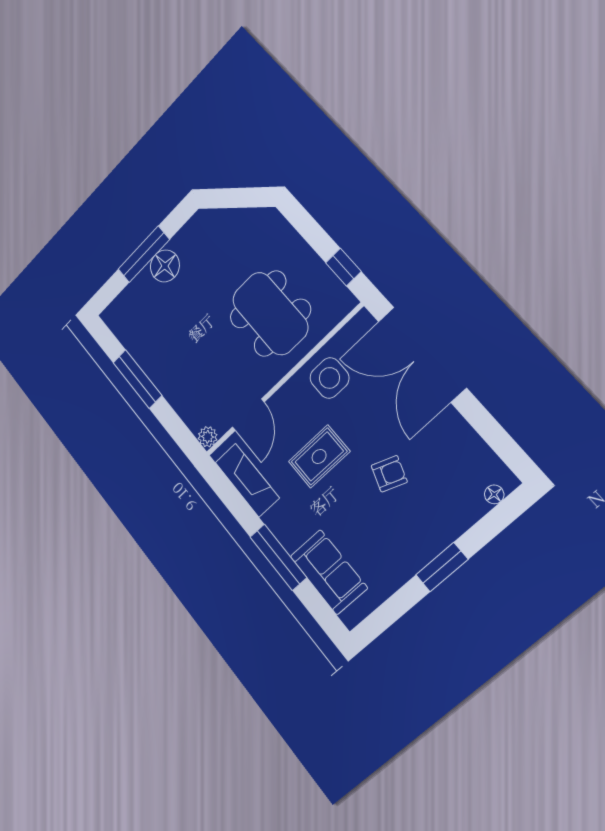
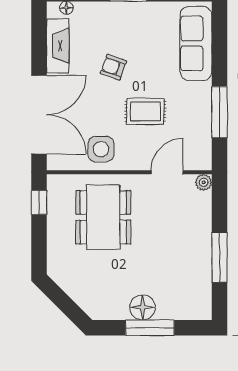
fireplace: (247, 480) -> (58, 46), moved, turned 180
window: (278, 557) -> (219, 112), moved
sofa: (329, 572) -> (196, 43), width x1.36

